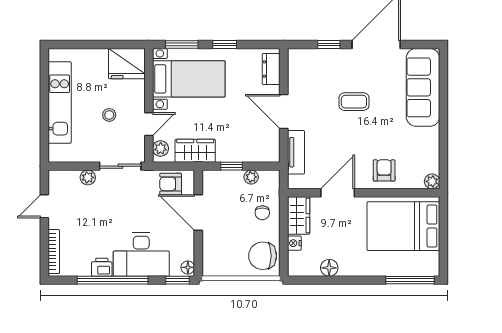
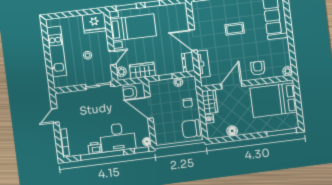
dresser: (271, 69) -> (188, 62), moved
plant: (88, 177) -> (79, 95), removed

